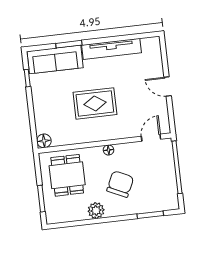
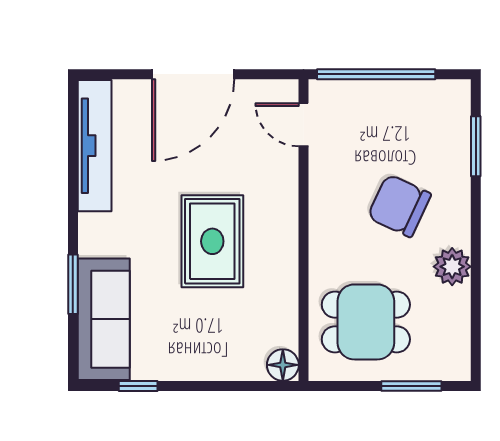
tv unit: (112, 49) -> (95, 146), moved
door: (168, 86) -> (193, 74), width x1.87
floor lamp: (108, 150) -> (320, 223), removed

